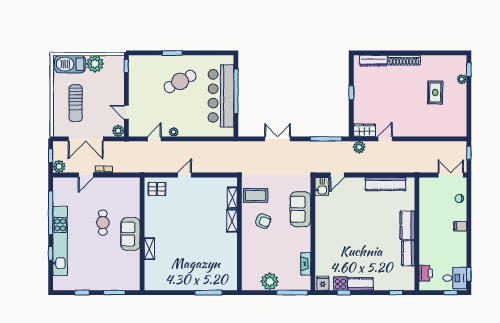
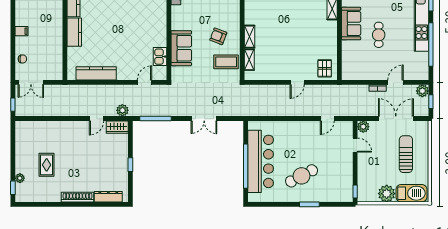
plant: (174, 132) -> (308, 125), removed
kitchen sink: (322, 186) -> (160, 57), moved
pallet: (157, 189) -> (325, 68), turned 90

